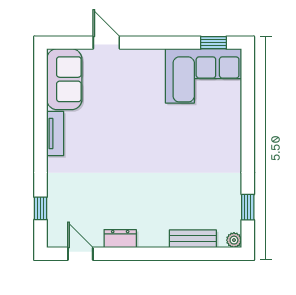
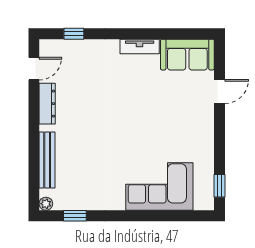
corner sofa: (203, 76) -> (159, 186), moved, turned 90
dresser: (120, 239) -> (47, 104), width x1.44
bench: (193, 239) -> (47, 160), width x1.36

